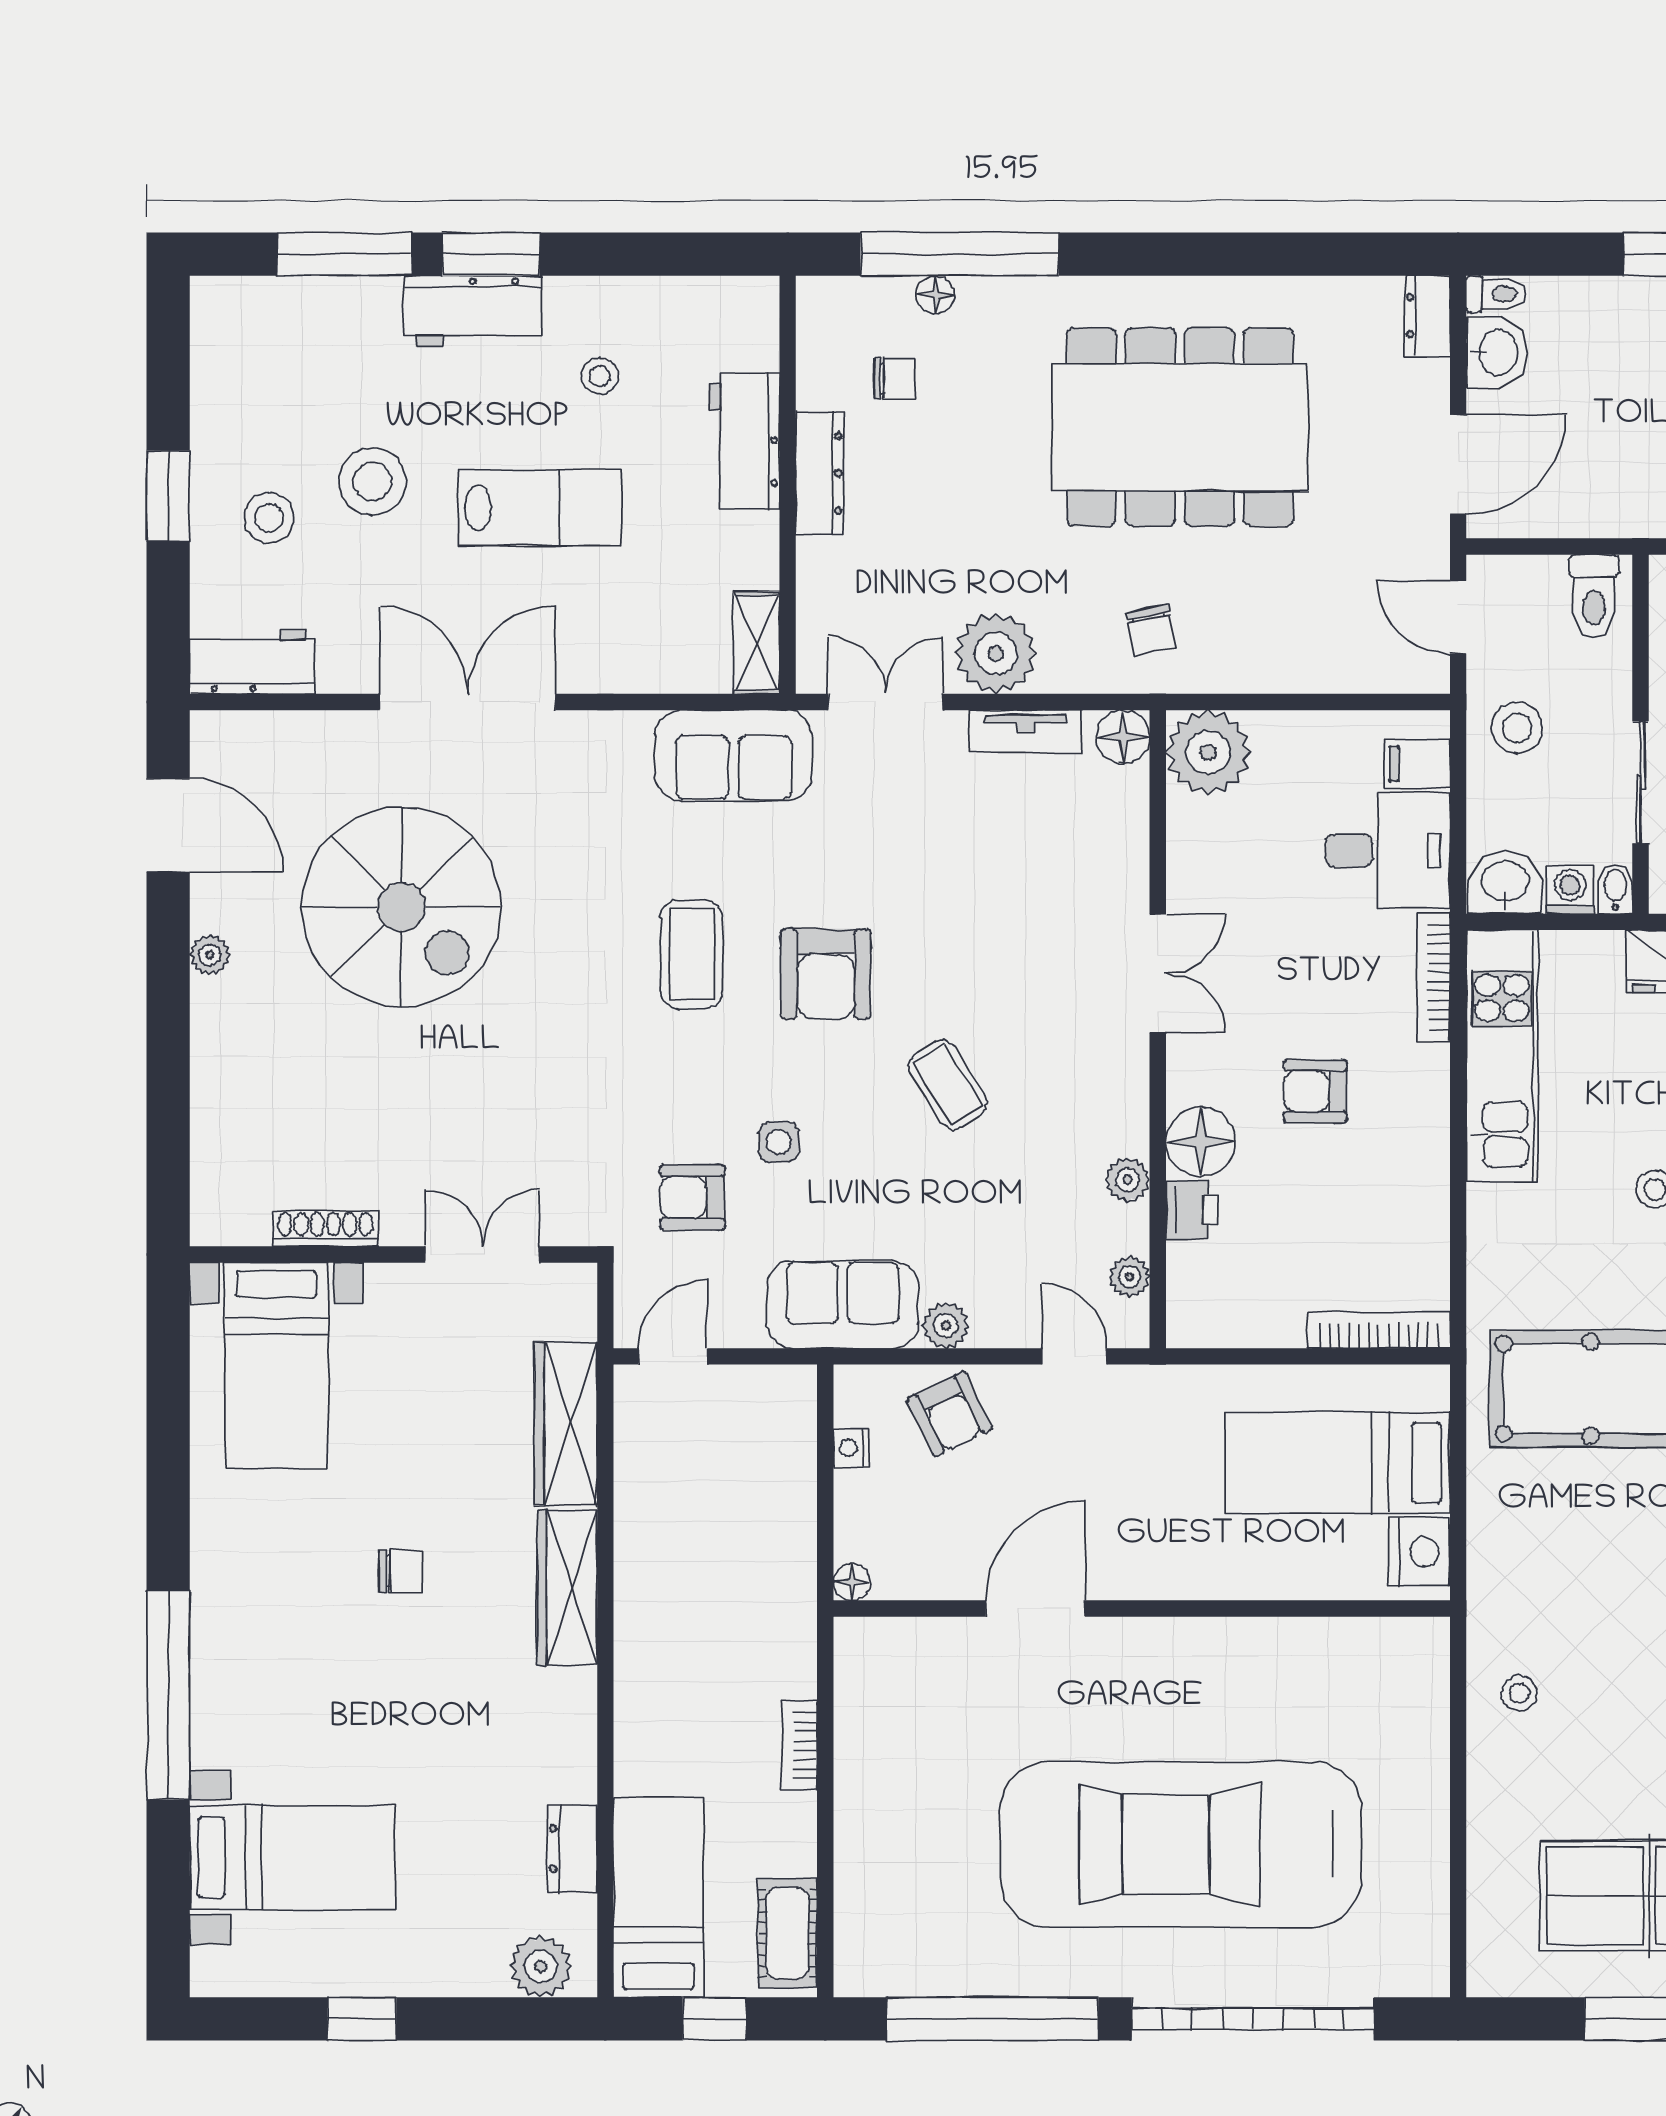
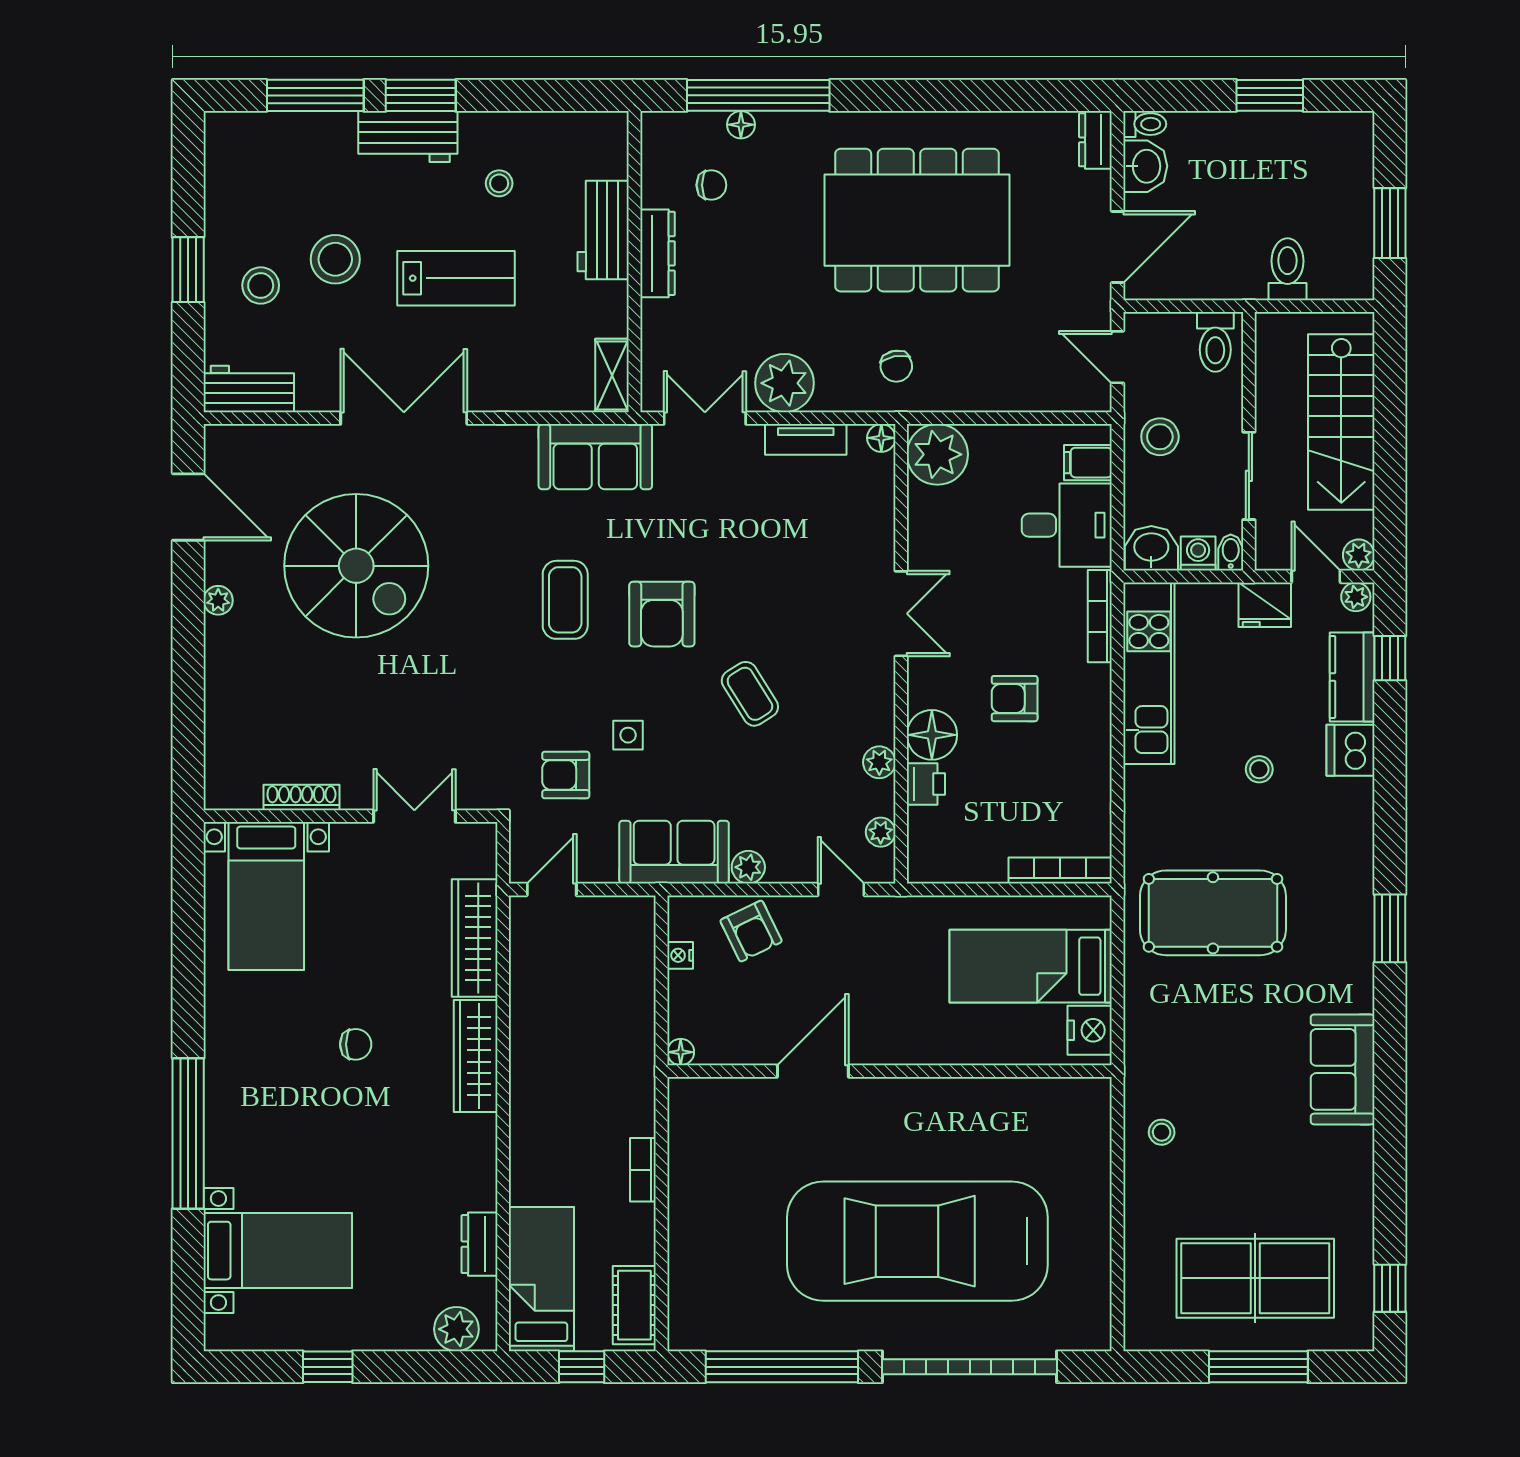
floor lamp: (1123, 737) -> (881, 438), width x0.73, depth x0.73

